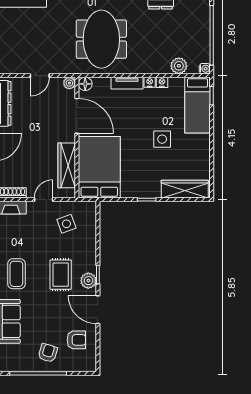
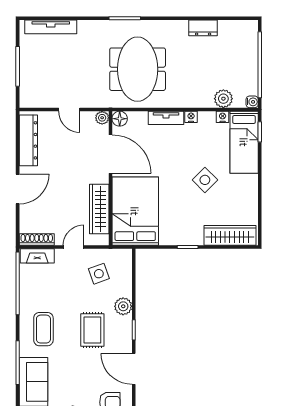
door: (40, 76) -> (69, 109), hinge flipped
nightstand: (162, 82) -> (223, 117), moved
side table: (162, 139) -> (205, 180), turned 45
plant: (88, 281) -> (123, 306), moved

